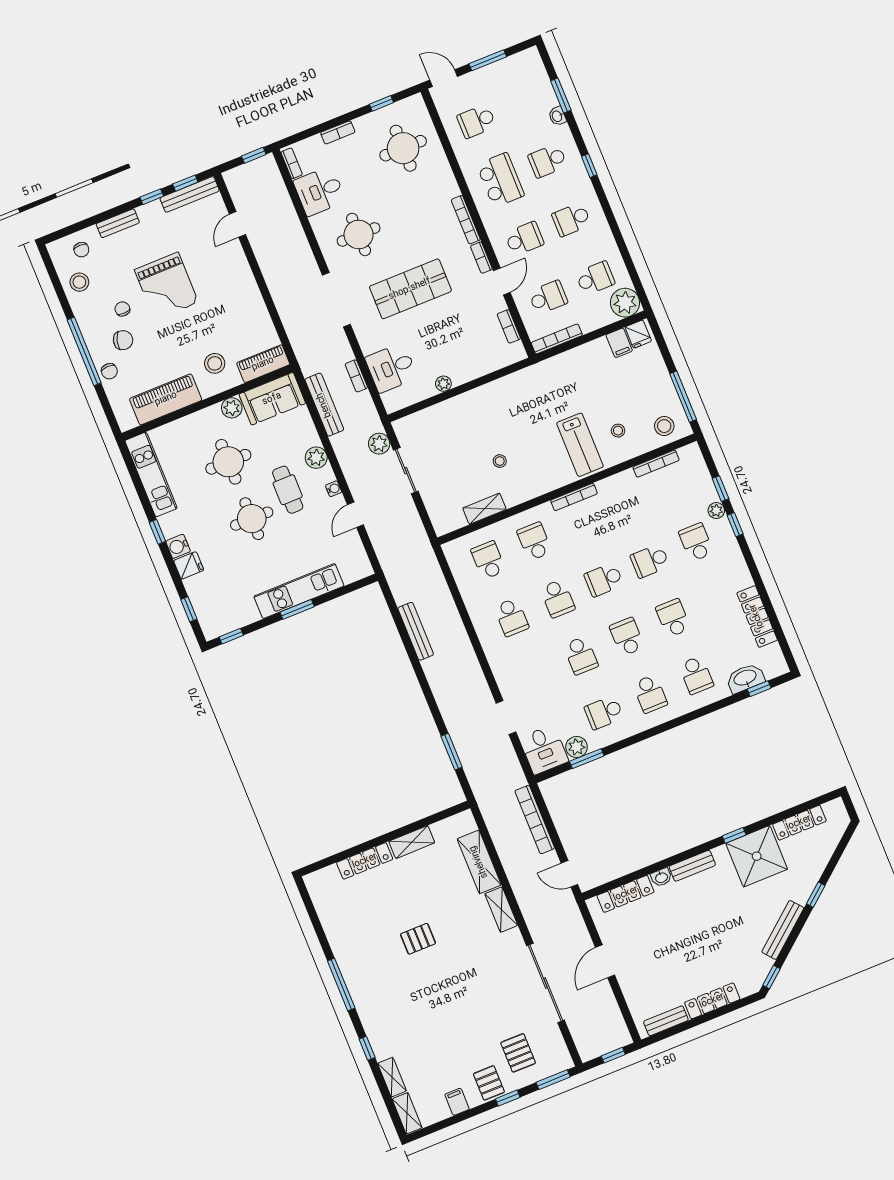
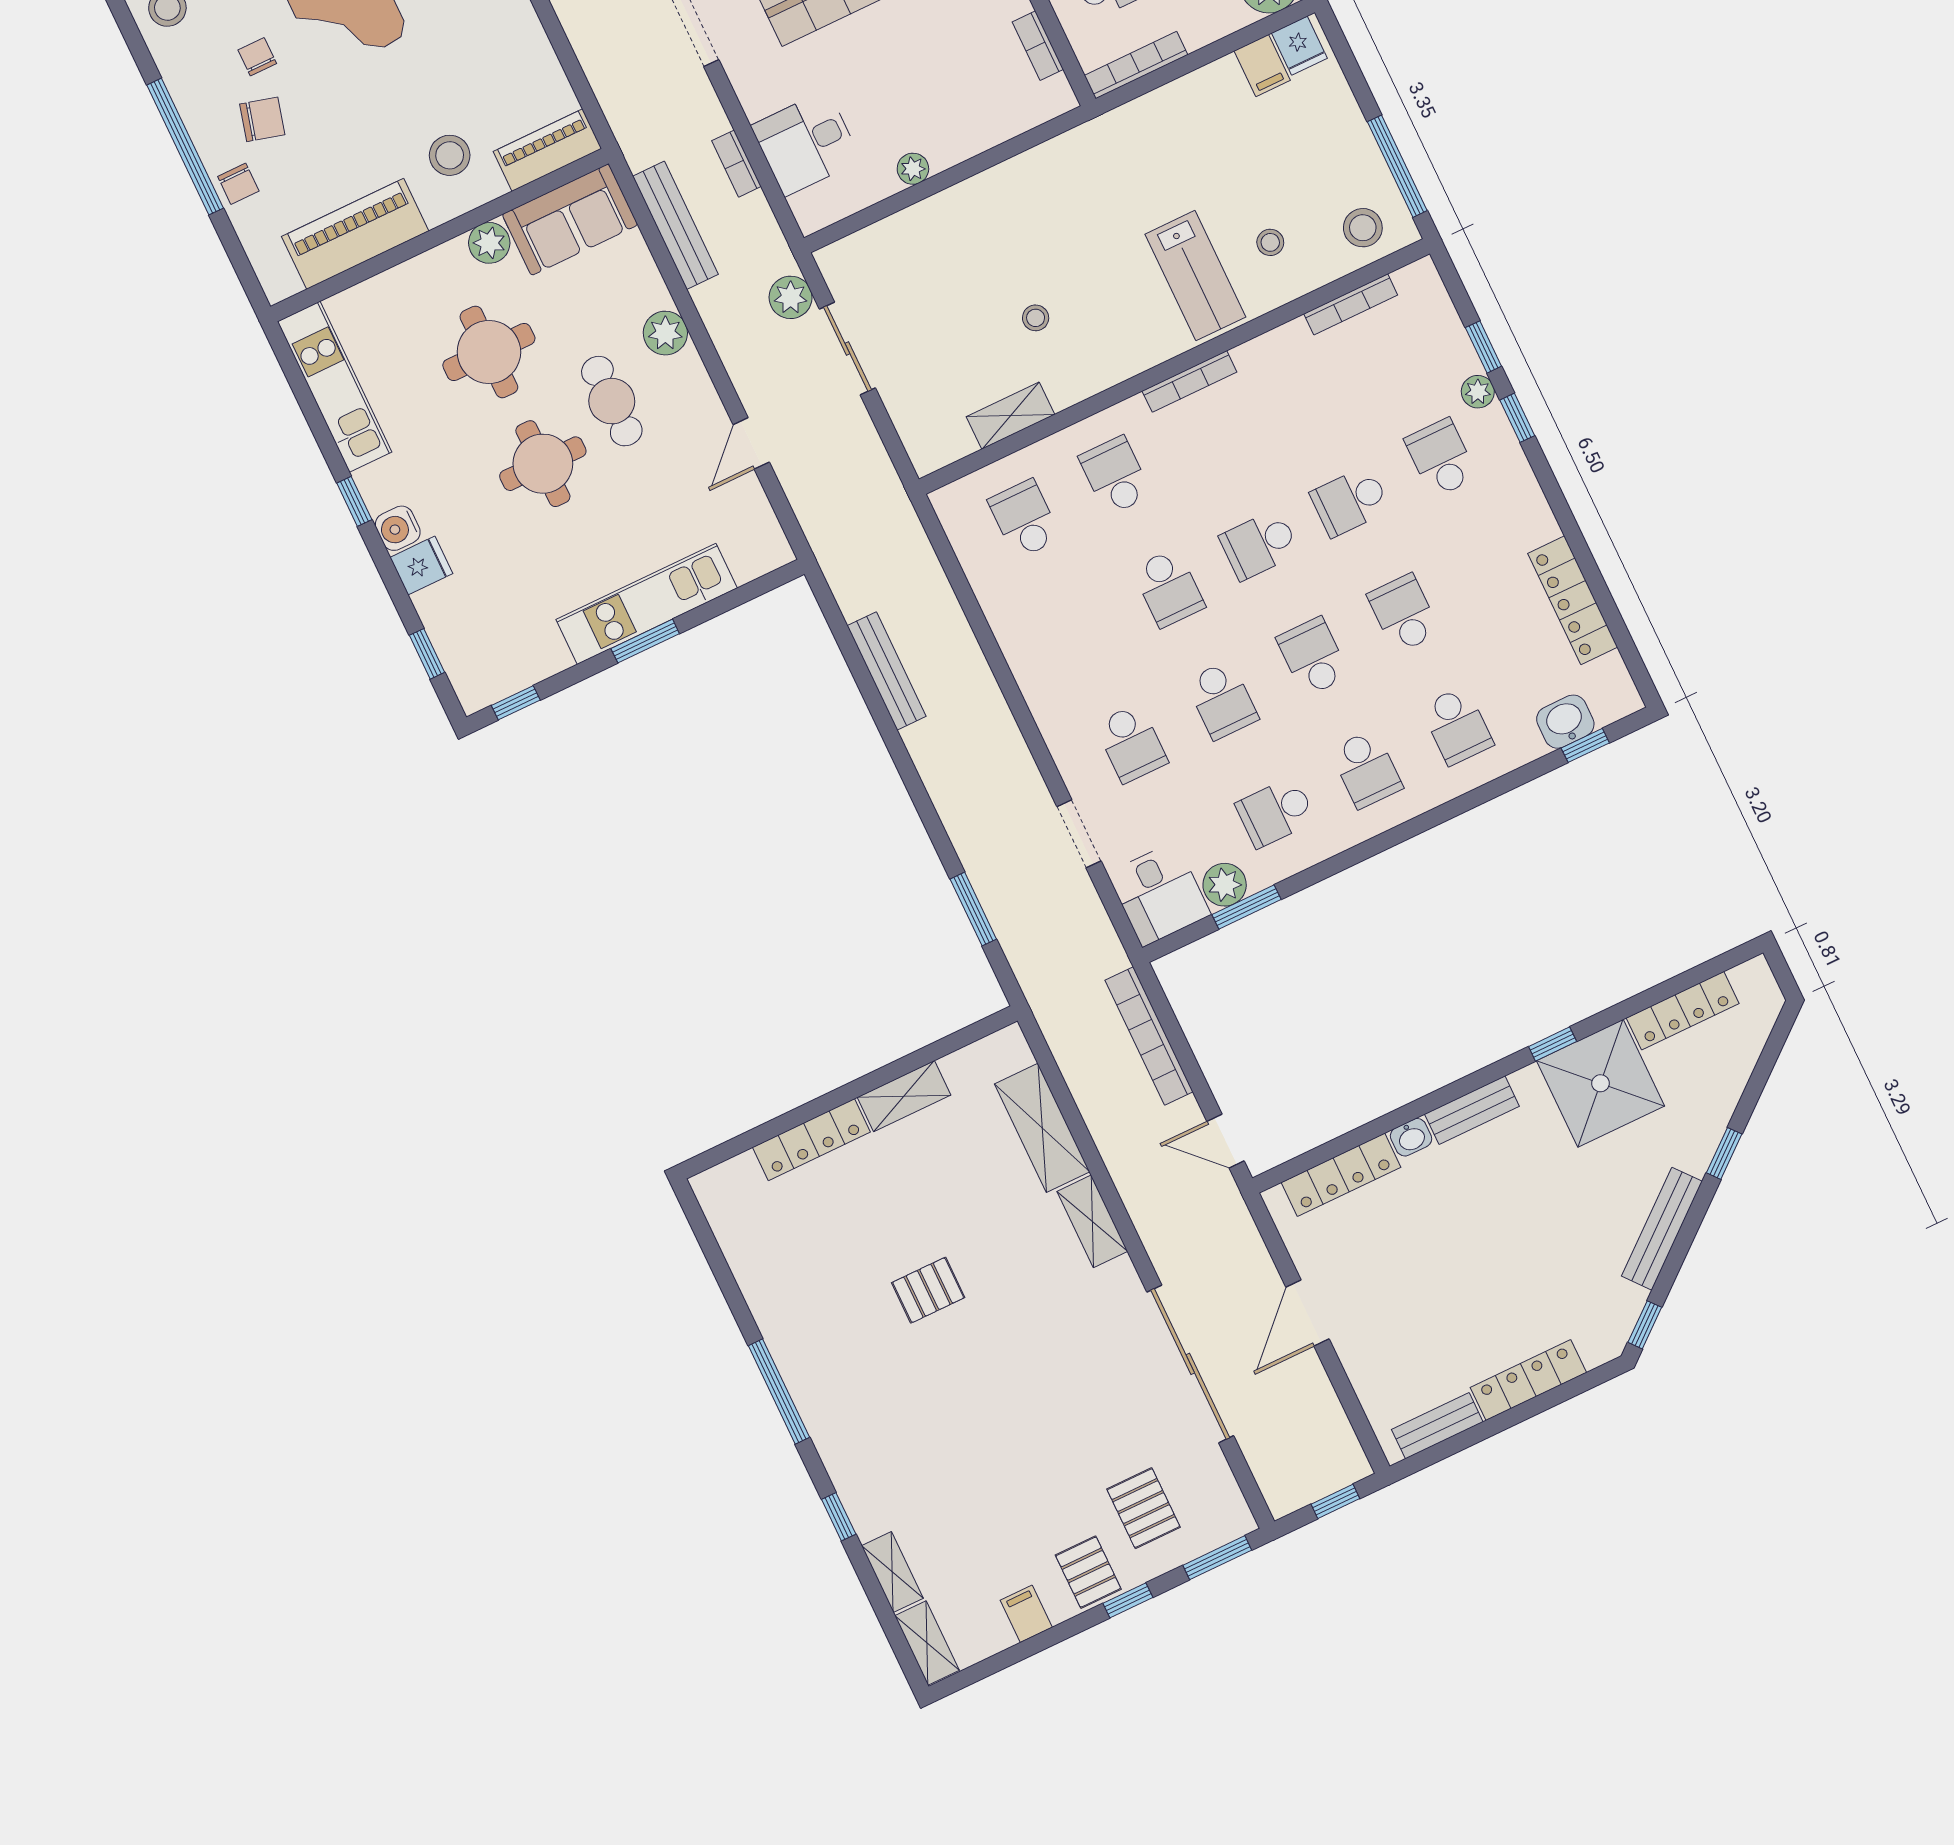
water cooler: (334, 489) -> (704, 394), removed
school desk: (511, 617) -> (1131, 743), moved
washbasin: (745, 678) -> (1565, 722), width x0.72

